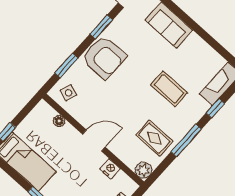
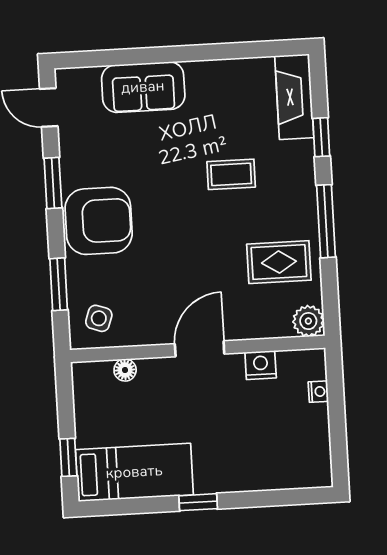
coffee table: (169, 89) -> (231, 174), width x0.73, depth x0.77

